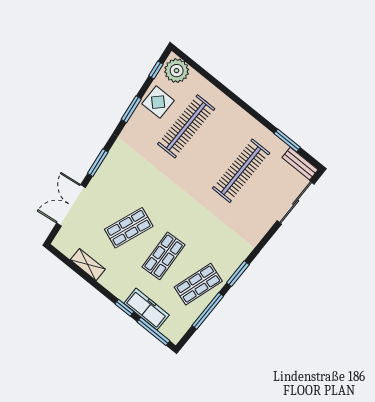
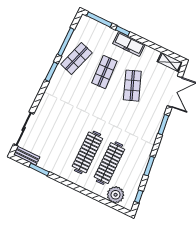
plant: (177, 71) -> (116, 195), moved
display table: (158, 102) -> (132, 175), removed
clothes rail: (241, 171) -> (87, 152), moved
shop shelf: (129, 228) -> (132, 86), turned -42
shelving: (88, 265) -> (170, 62), moved
freezer: (147, 309) -> (129, 44), moved

